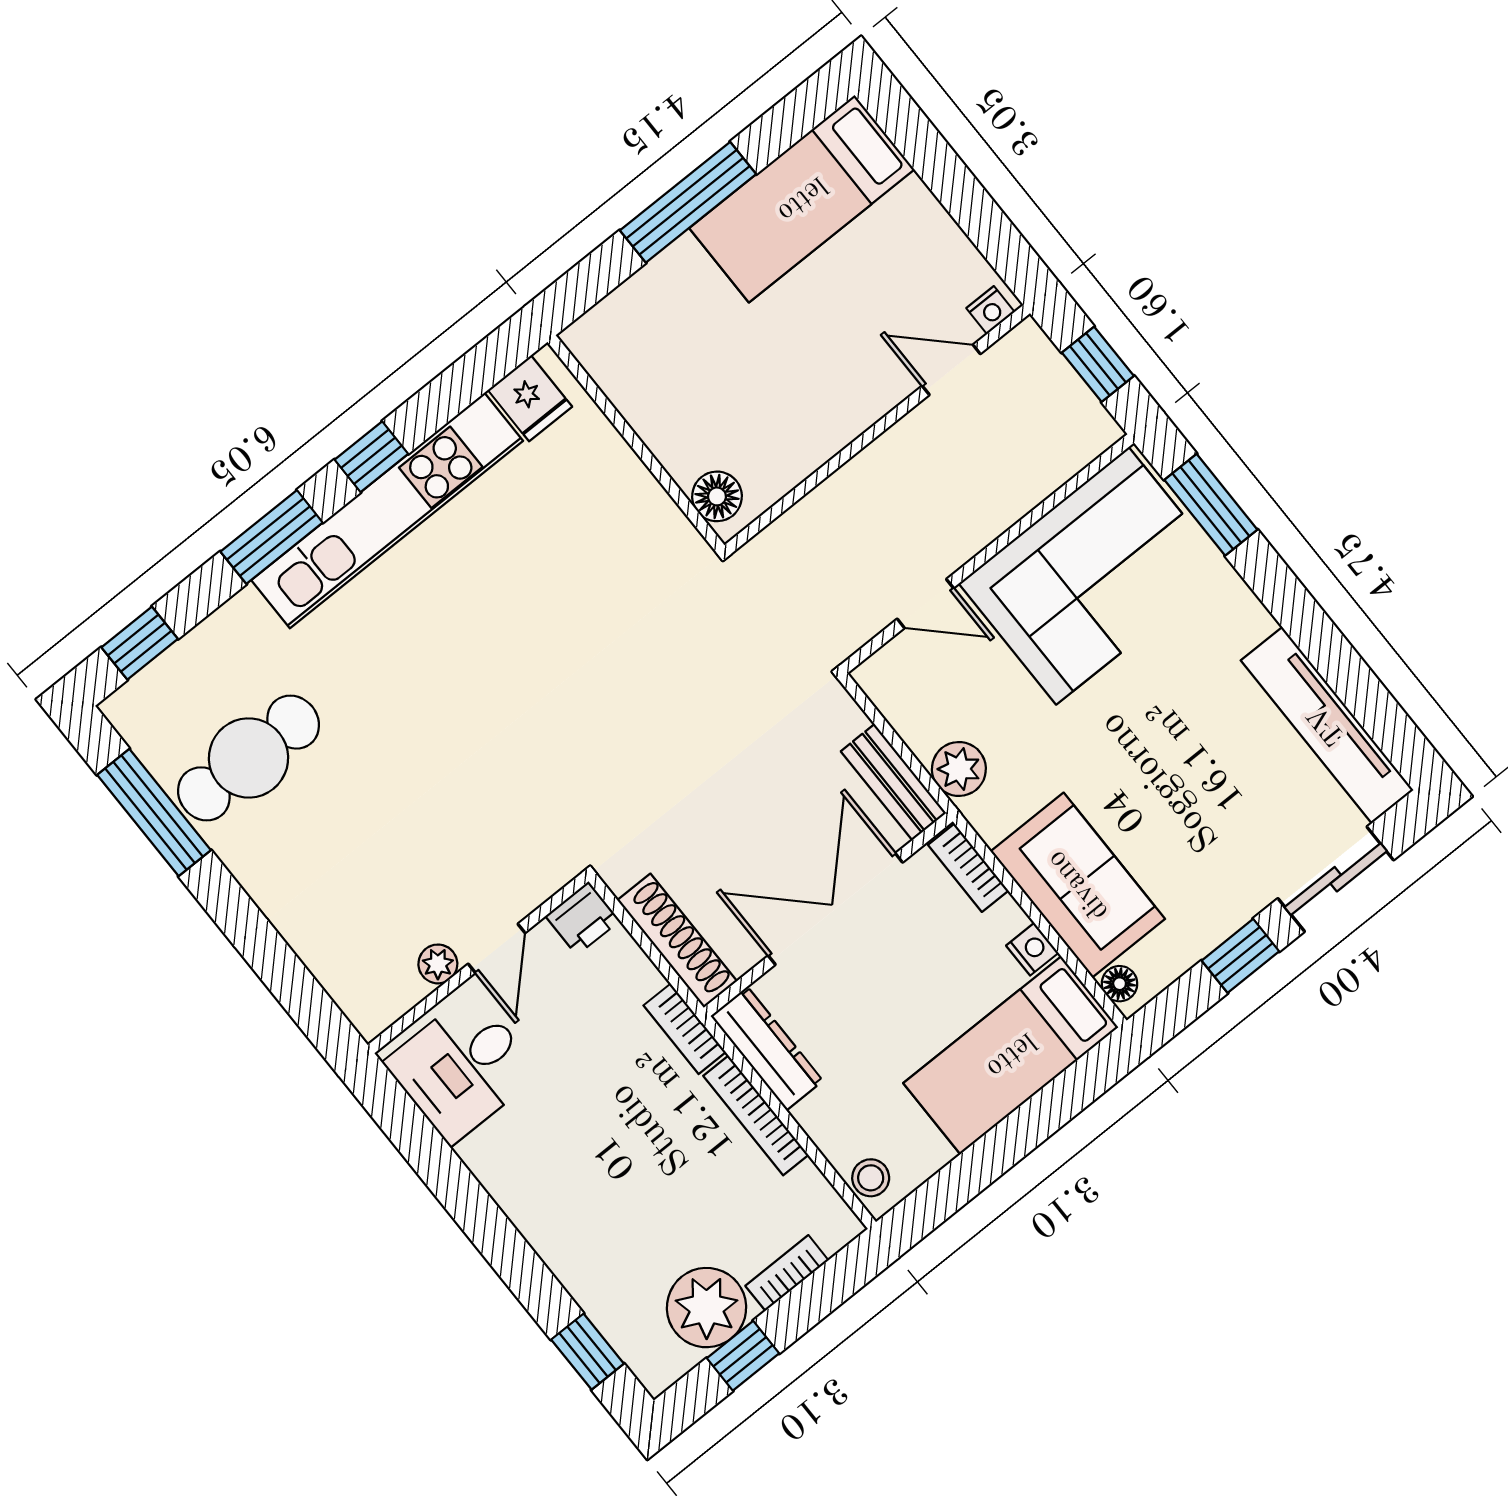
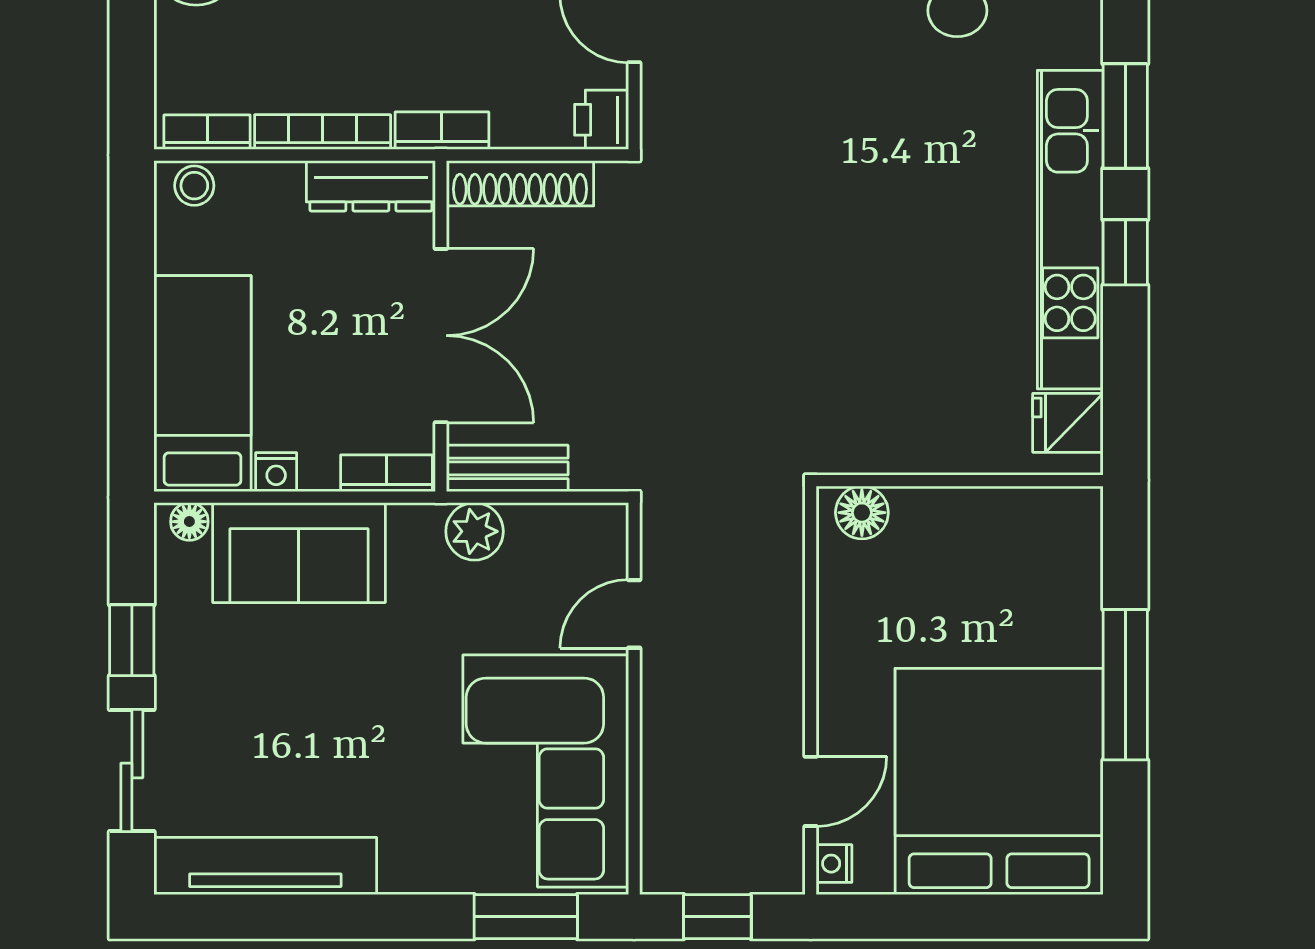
bed: (802, 199) -> (999, 781), width x2.04
bookcase: (787, 1273) -> (207, 132), moved, turned -90

